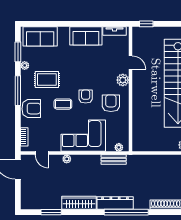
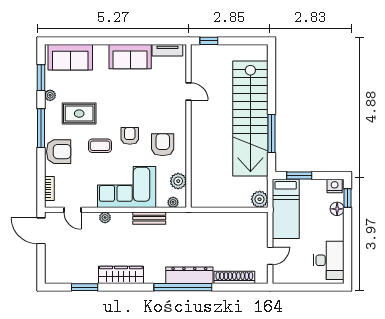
plant: (123, 80) -> (178, 181), moved
bench: (114, 160) -> (149, 218), moved
dresser: (115, 203) -> (189, 275), moved

